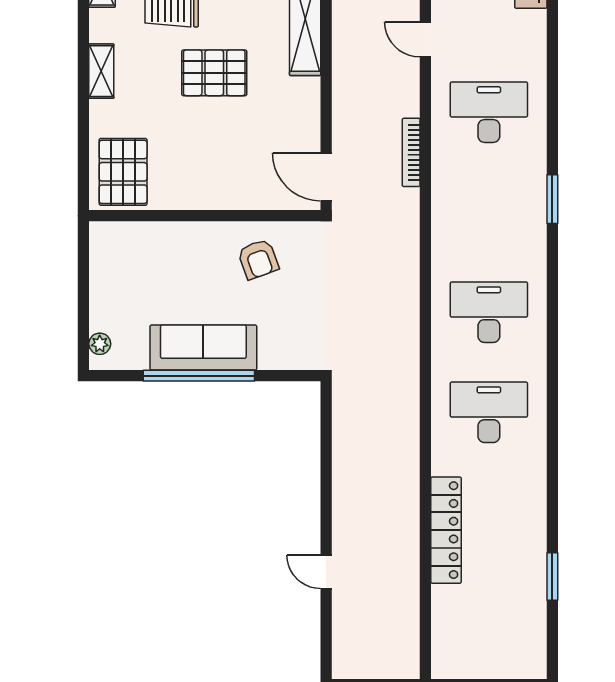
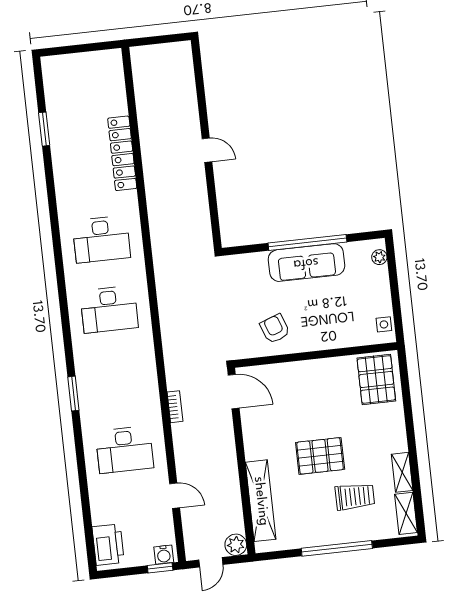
shelving: (101, 71) -> (402, 472), moved
bookcase: (411, 152) -> (175, 407), width x0.64
side table: (104, 248) -> (384, 324), added
door: (326, 572) -> (207, 150), moved

